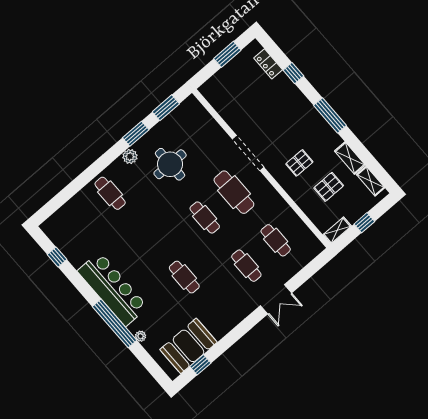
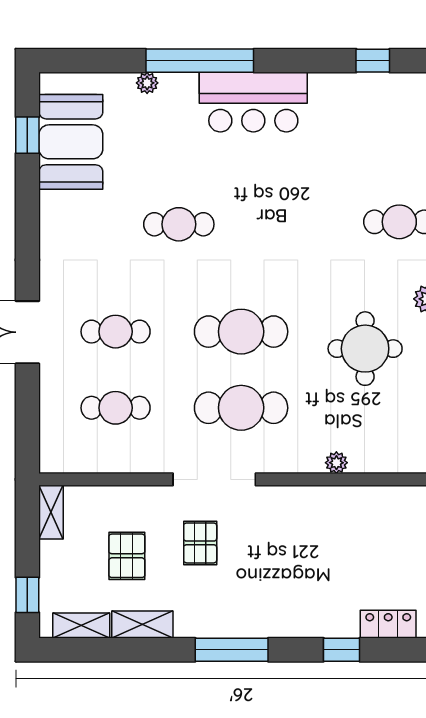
plant: (223, 137) -> (336, 463), added
doorway: (248, 153) -> (214, 479), moved
cafe table: (205, 217) -> (241, 332), width x1.37, depth x1.35
window: (364, 223) -> (27, 595), moved
bar counter: (113, 289) -> (253, 102), width x0.73

